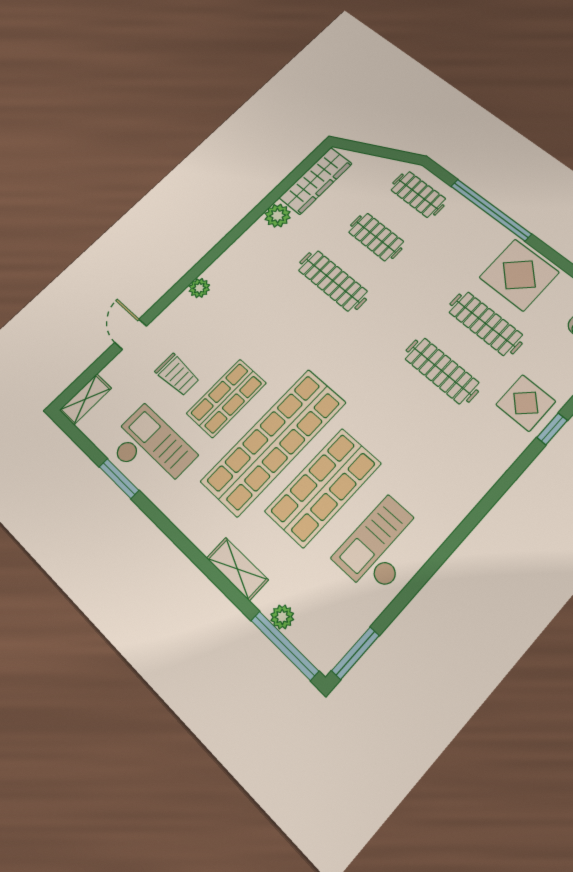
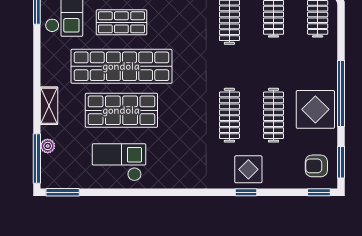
window: (491, 210) -> (341, 94), moved

